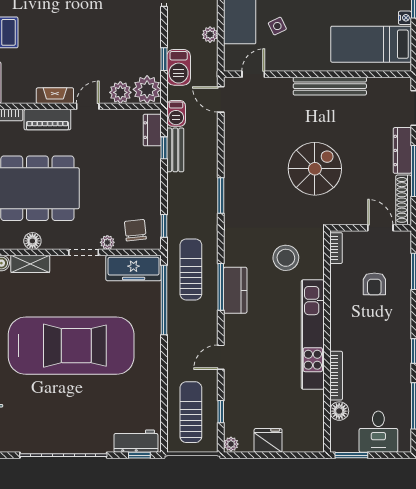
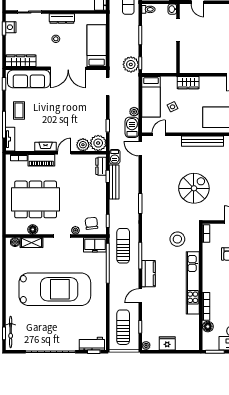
barbecue: (179, 67) -> (132, 127), moved, turned 180
bench: (175, 150) -> (114, 182), width x1.36
freezer: (134, 268) -> (95, 245), width x0.71
kitchen counter: (235, 290) -> (148, 274), moved

